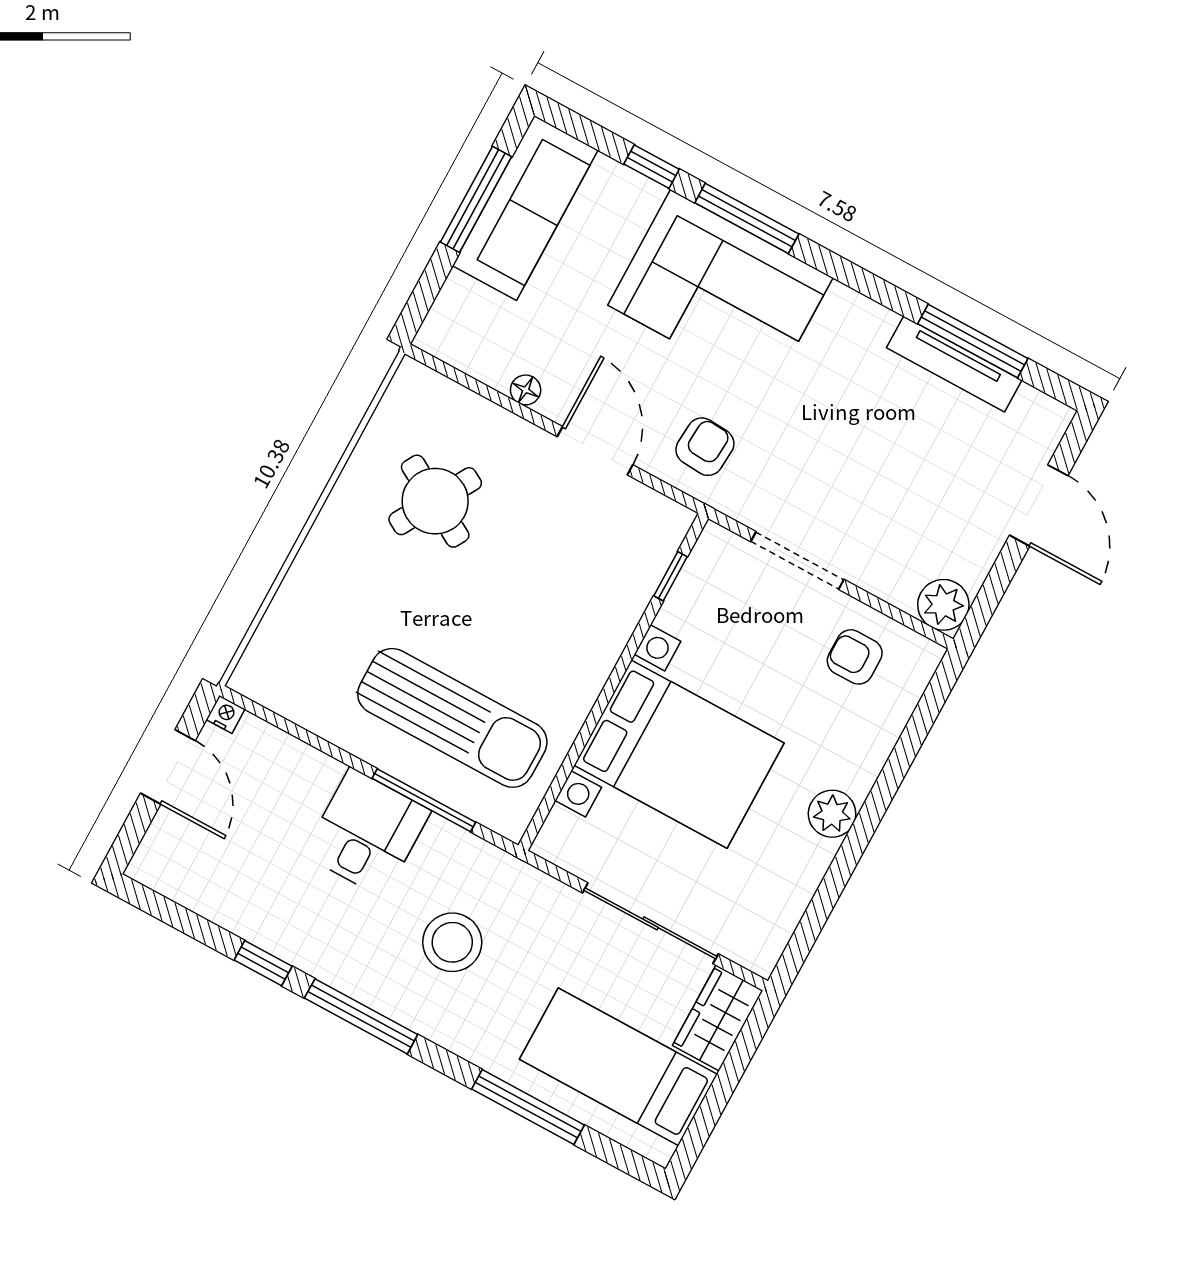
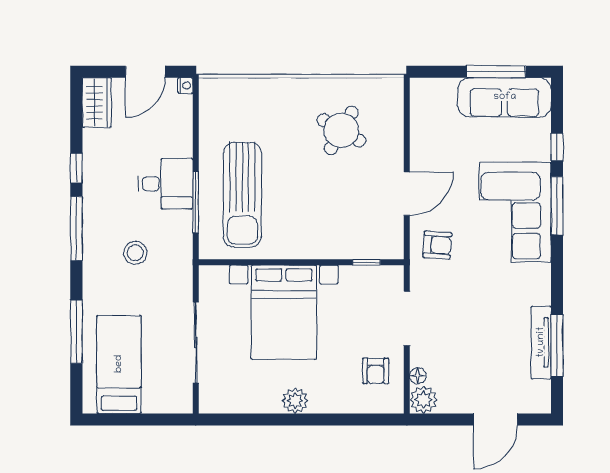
floor lamp: (526, 390) -> (418, 376), moved
armchair: (855, 657) -> (376, 371), turned 180
stool: (452, 942) -> (135, 253), width x0.73, depth x0.73
wardrobe: (718, 1018) -> (97, 103), moved, turned 90

